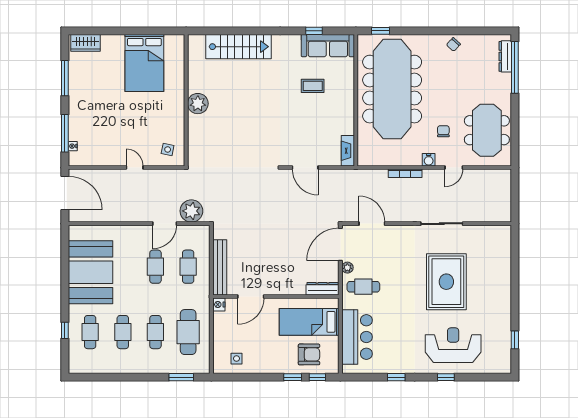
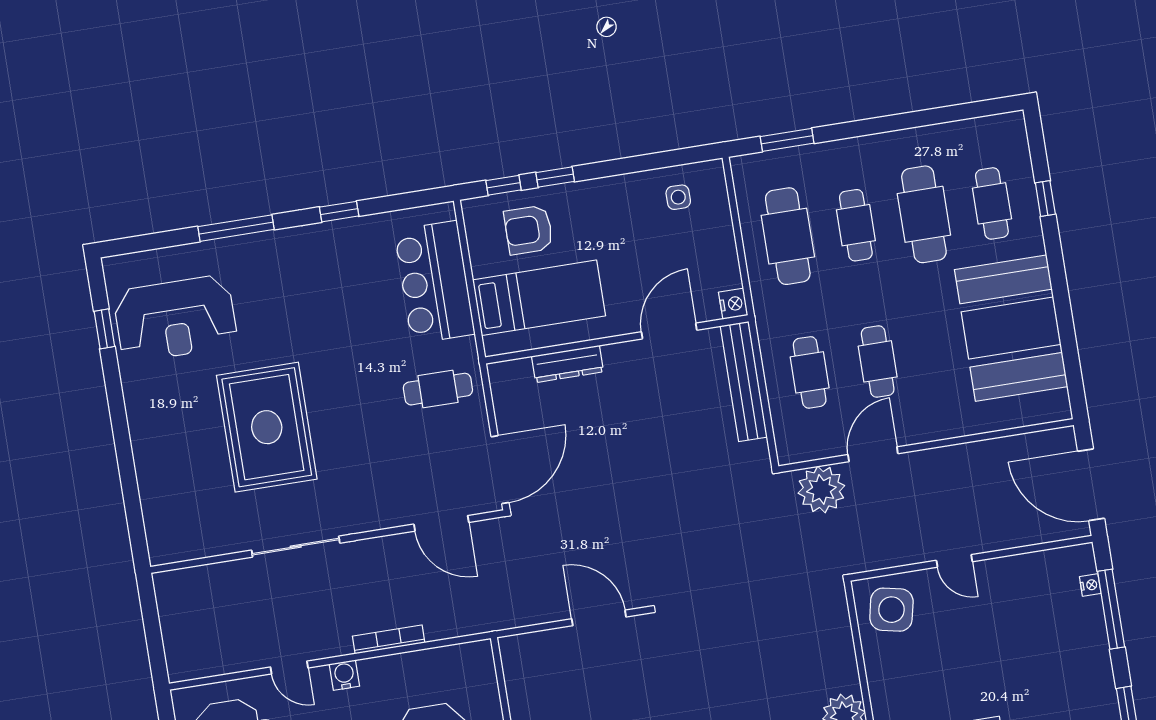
side table: (168, 149) -> (891, 610), width x1.87, depth x1.87
fireplace: (348, 151) -> (516, 667), removed
door: (454, 168) -> (289, 667), swing flipped
plant: (347, 268) -> (478, 424), removed
dresser: (323, 289) -> (568, 364), moved
cafe table: (123, 332) -> (924, 214), width x1.37, depth x1.35
reception desk: (453, 345) -> (175, 319), moved
window: (446, 377) -> (236, 228), width x2.17

